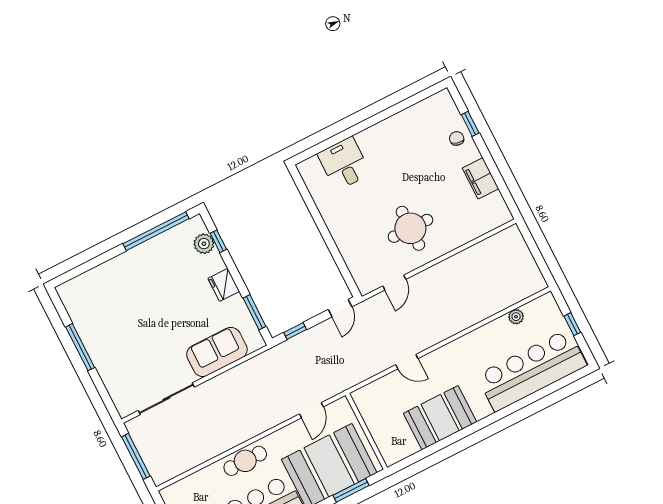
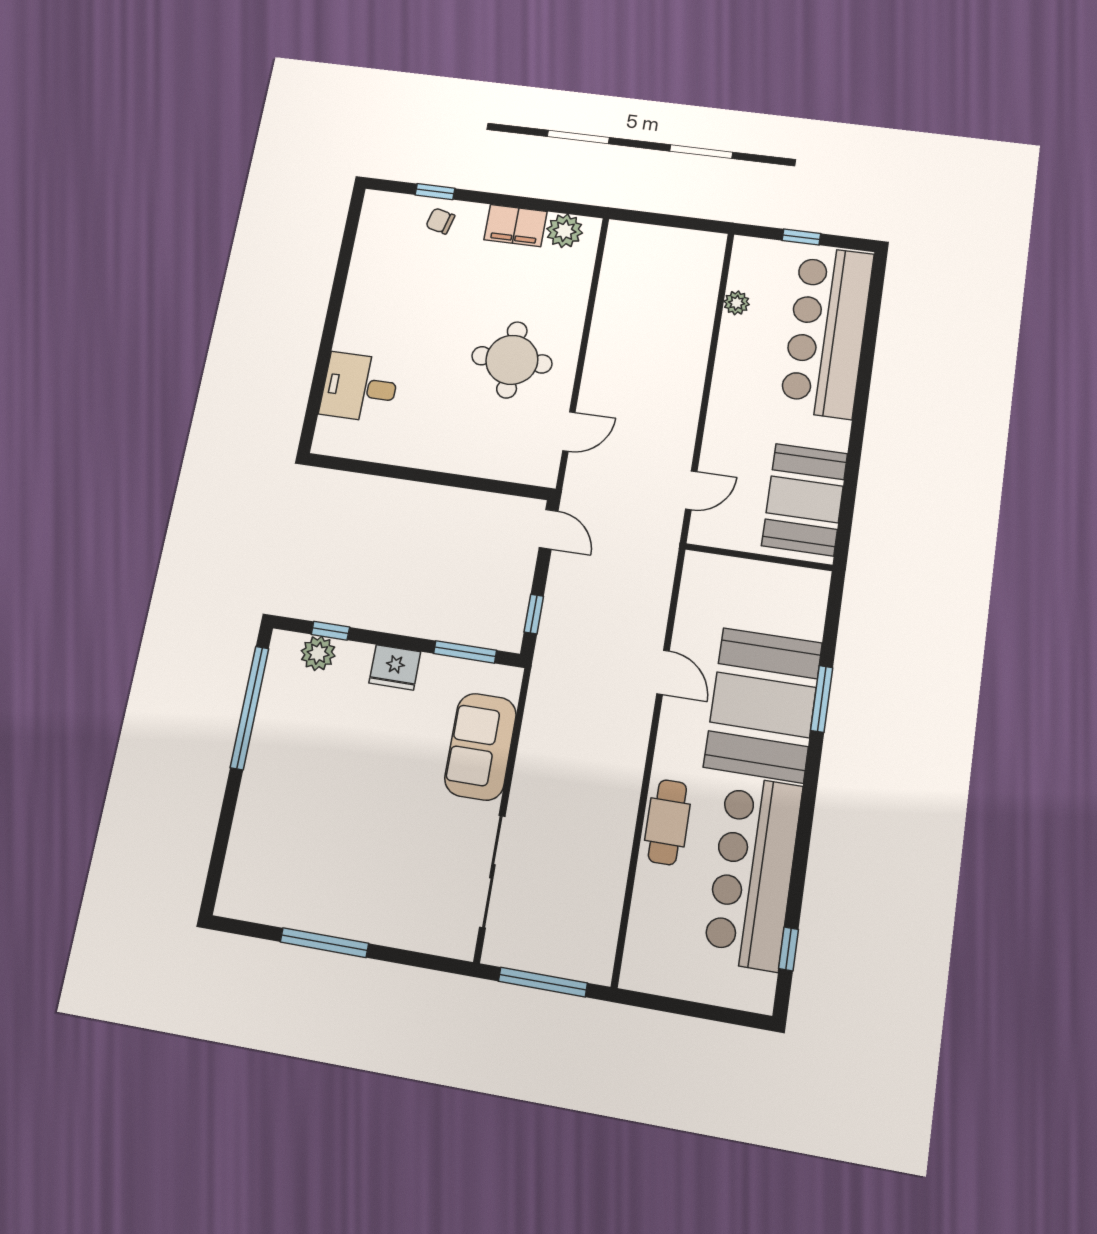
plant: (495, 205) -> (565, 231), added
door: (394, 283) -> (569, 432), hinge flipped
wall: (366, 431) -> (759, 557), moved

